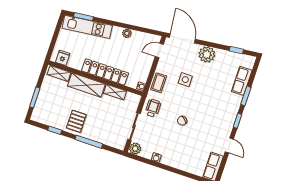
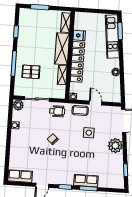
door: (159, 50) -> (95, 103), moved
fridge: (63, 58) -> (79, 35), moved
row of seats: (242, 81) -> (86, 181), moved
pallet: (76, 121) -> (31, 72), moved

